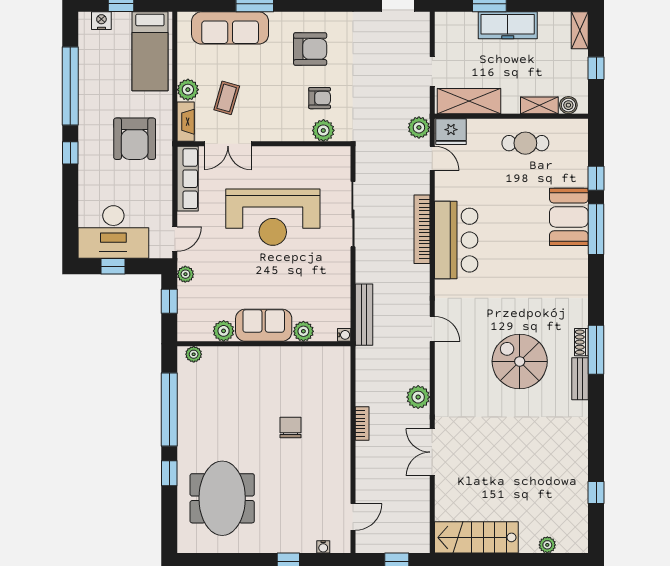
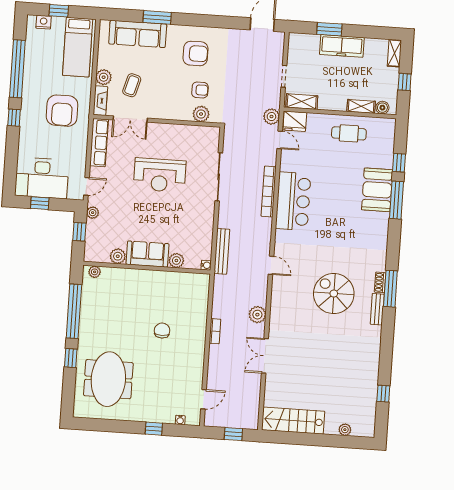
shelving: (469, 101) -> (302, 102), width x0.67, depth x0.75
reception desk: (273, 217) -> (160, 175), width x0.74, depth x0.77

